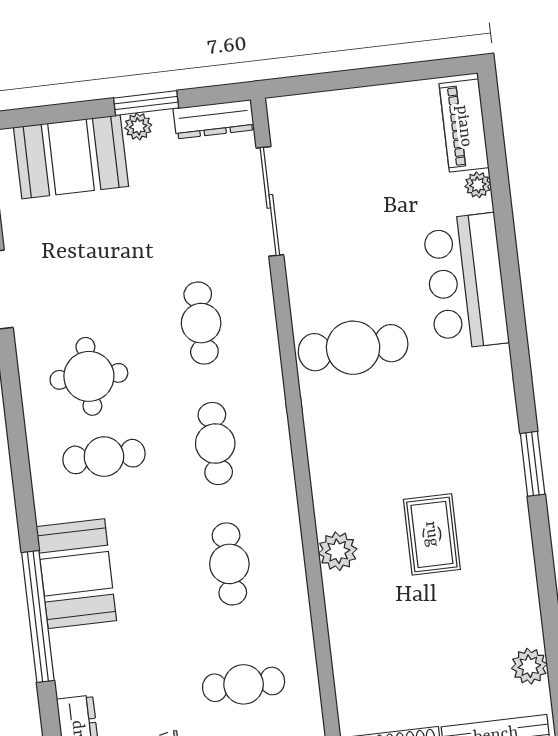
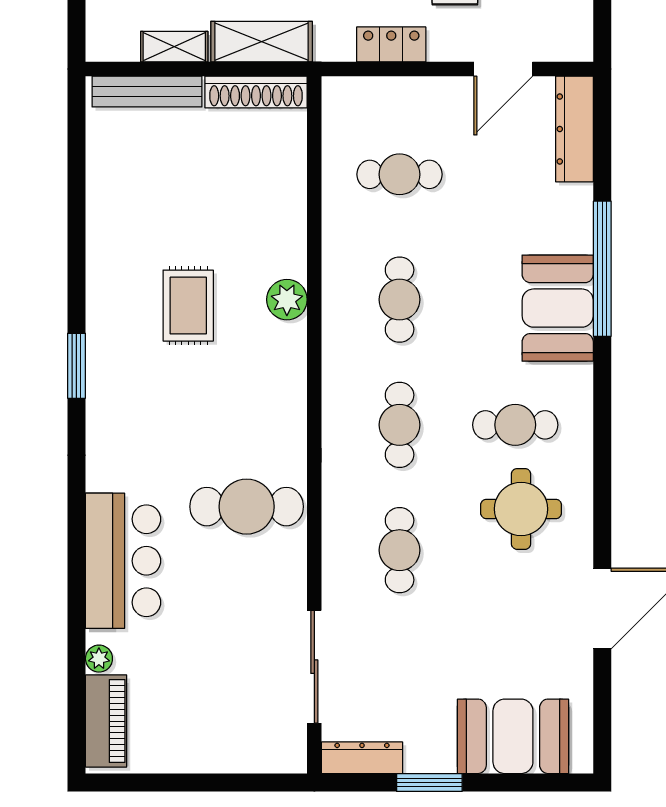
plant: (138, 126) -> (440, 759), removed
plant: (529, 666) -> (104, 159), removed

